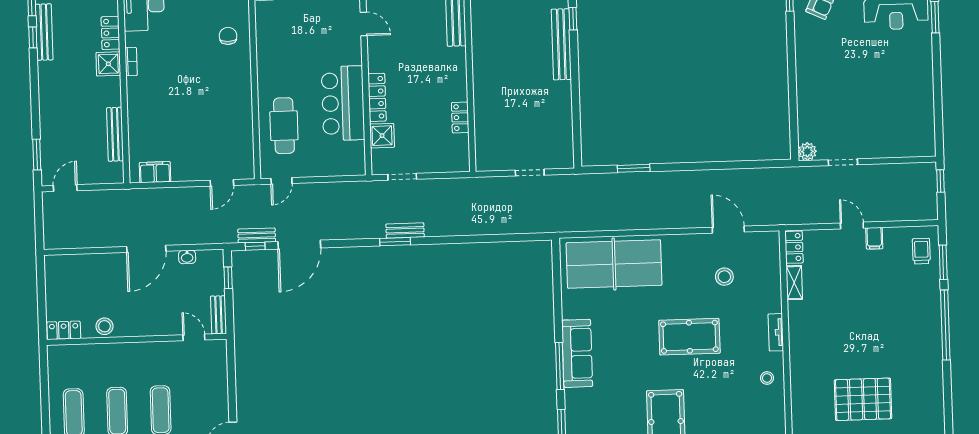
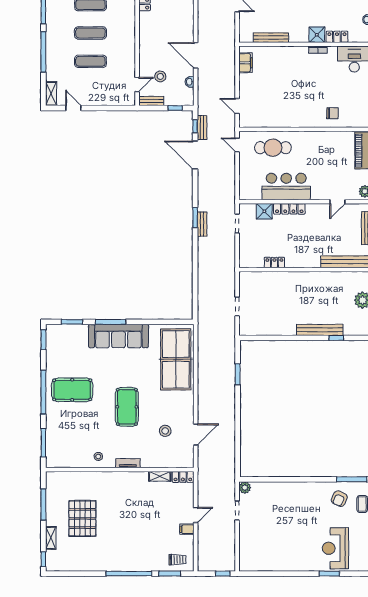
stool: (104, 326) -> (160, 76), moved
sofa: (577, 353) -> (118, 336), width x1.36, depth x1.27

